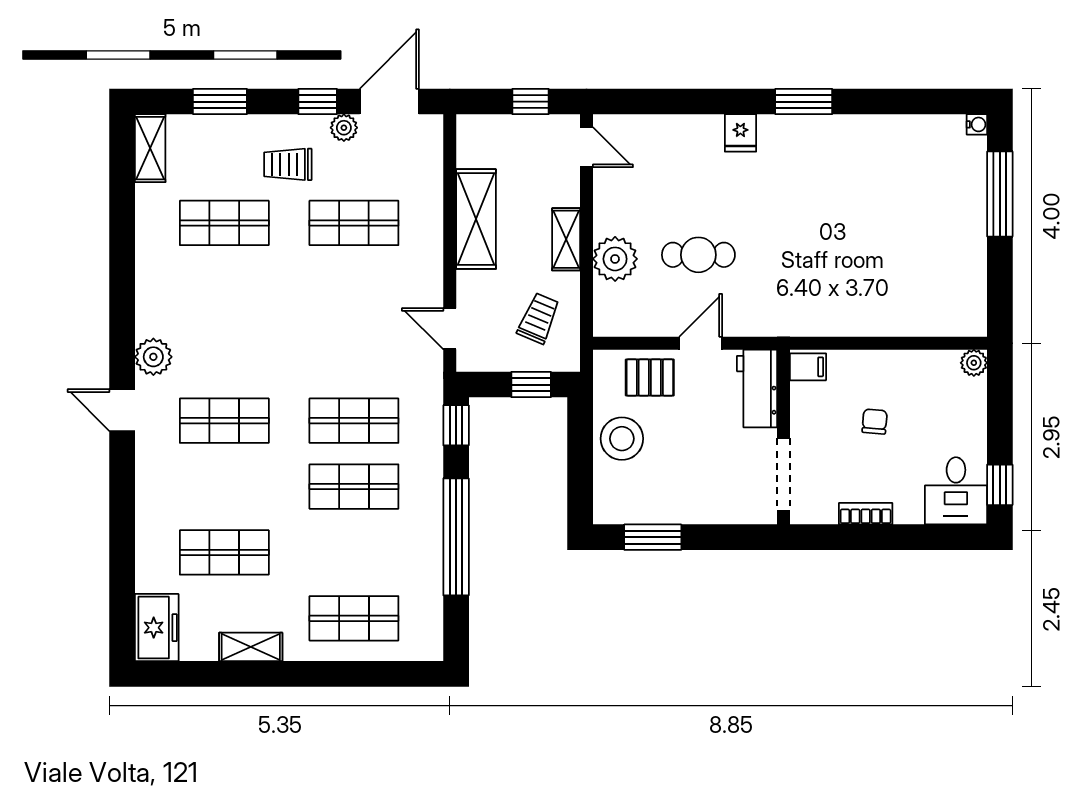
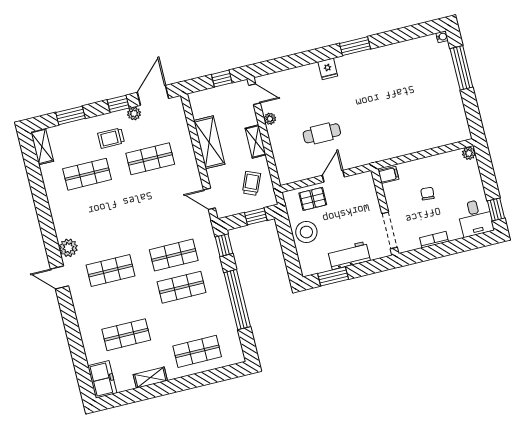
plant: (615, 259) -> (270, 119), moved, width x0.53, depth x0.53
workbench: (757, 388) -> (349, 256), moved, turned 90

